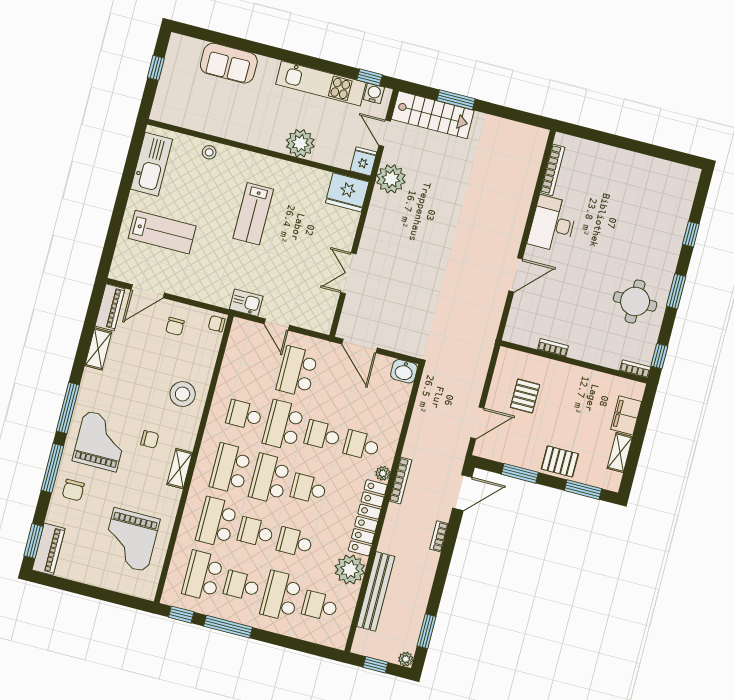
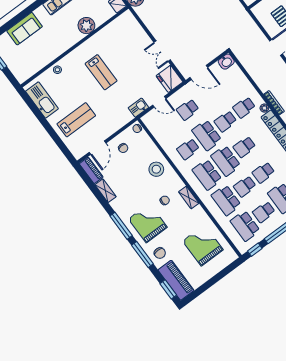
fridge: (347, 192) -> (169, 79), moved, turned 90
school desk: (297, 371) -> (188, 110), width x0.54
grand piano: (130, 540) -> (203, 245), turned 180
piano: (49, 549) -> (176, 280), width x1.37, depth x1.33

